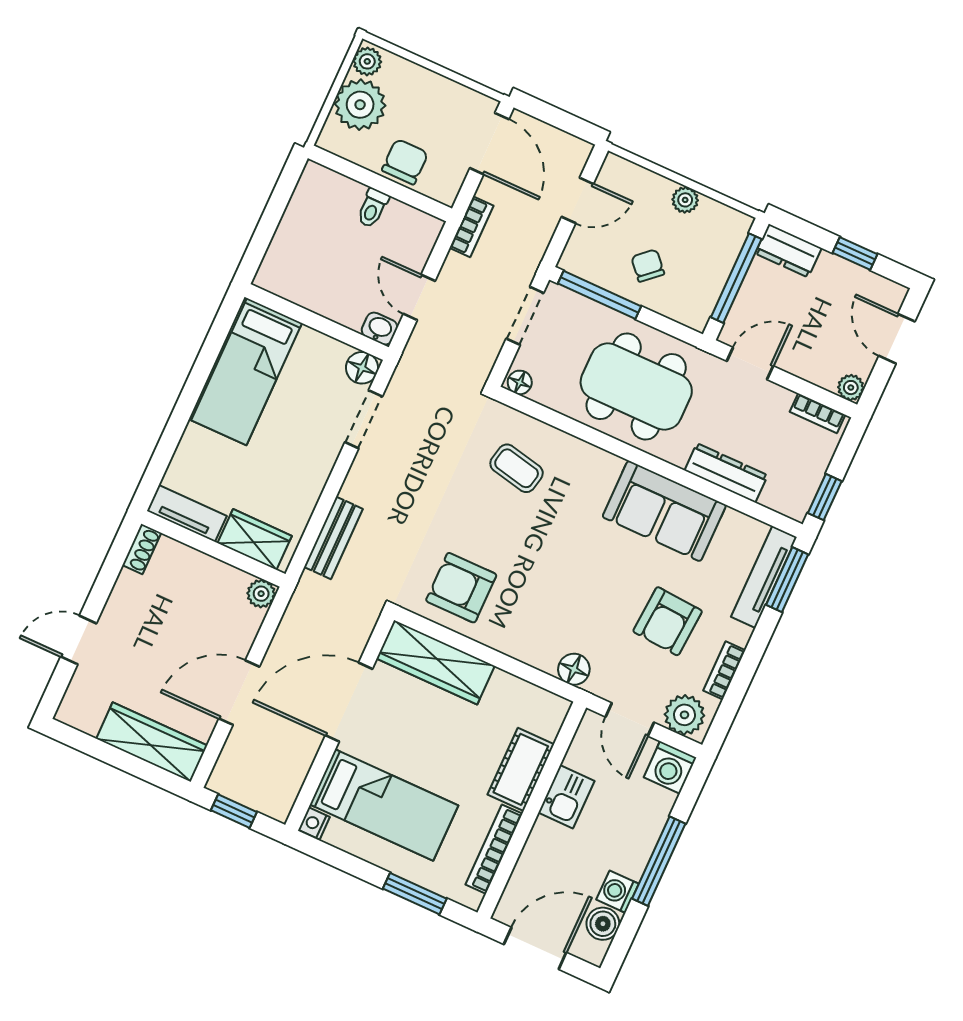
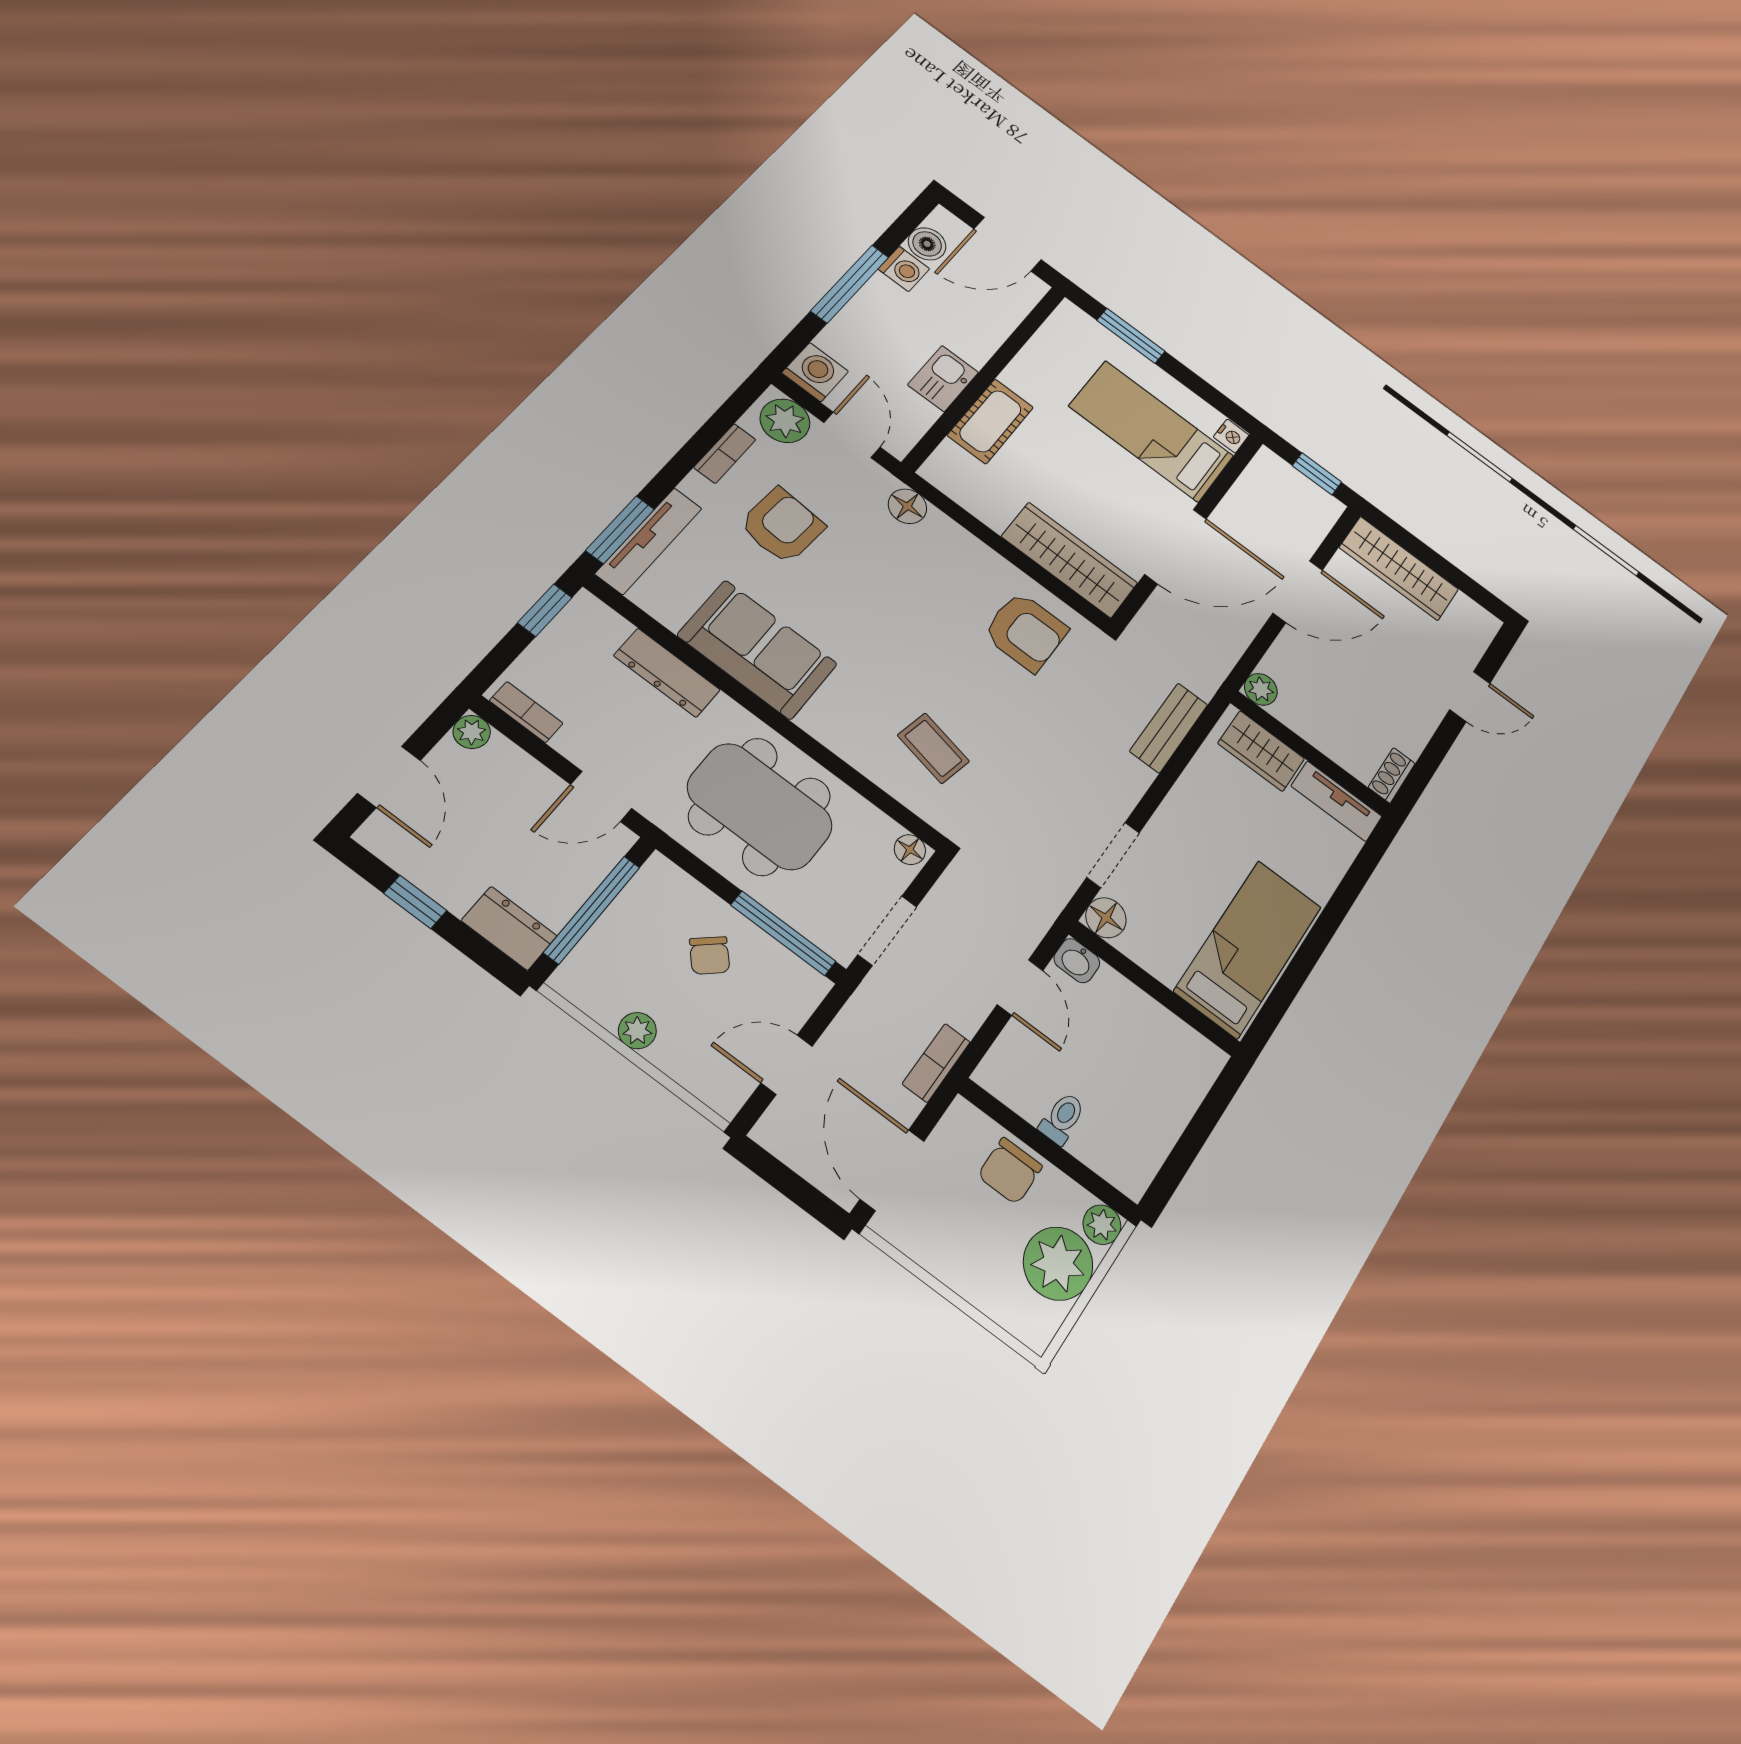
plant: (367, 61) -> (1102, 1225), moved
bookcase: (494, 849) -> (1036, 352), removed

